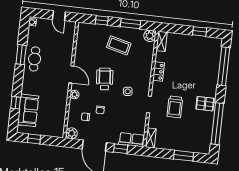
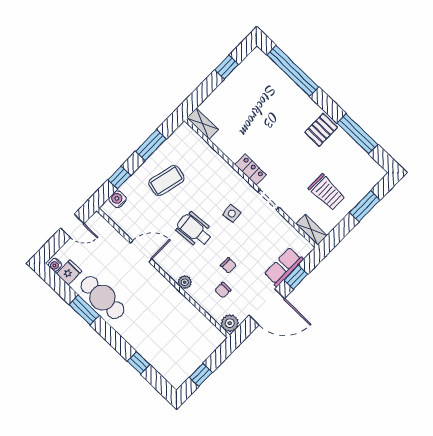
water cooler: (90, 28) -> (118, 199), added
fridge: (34, 32) -> (69, 272), added
plant: (150, 36) -> (184, 133), removed
cafe table: (35, 59) -> (103, 298), width x1.37, depth x1.35
locker: (159, 72) -> (251, 170), moved
door: (71, 74) -> (141, 251), moved
trolley: (175, 107) -> (327, 192), moved
sofa: (28, 110) -> (160, 355), removed
window: (217, 124) -> (358, 134), width x0.68
row of seats: (131, 140) -> (284, 267), moved

